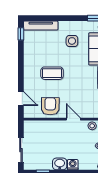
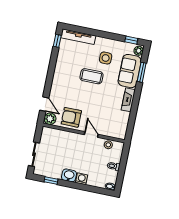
coffee table: (52, 73) -> (92, 76), moved
armchair: (50, 106) -> (71, 117), turned -91
plant: (30, 112) -> (50, 119), added

